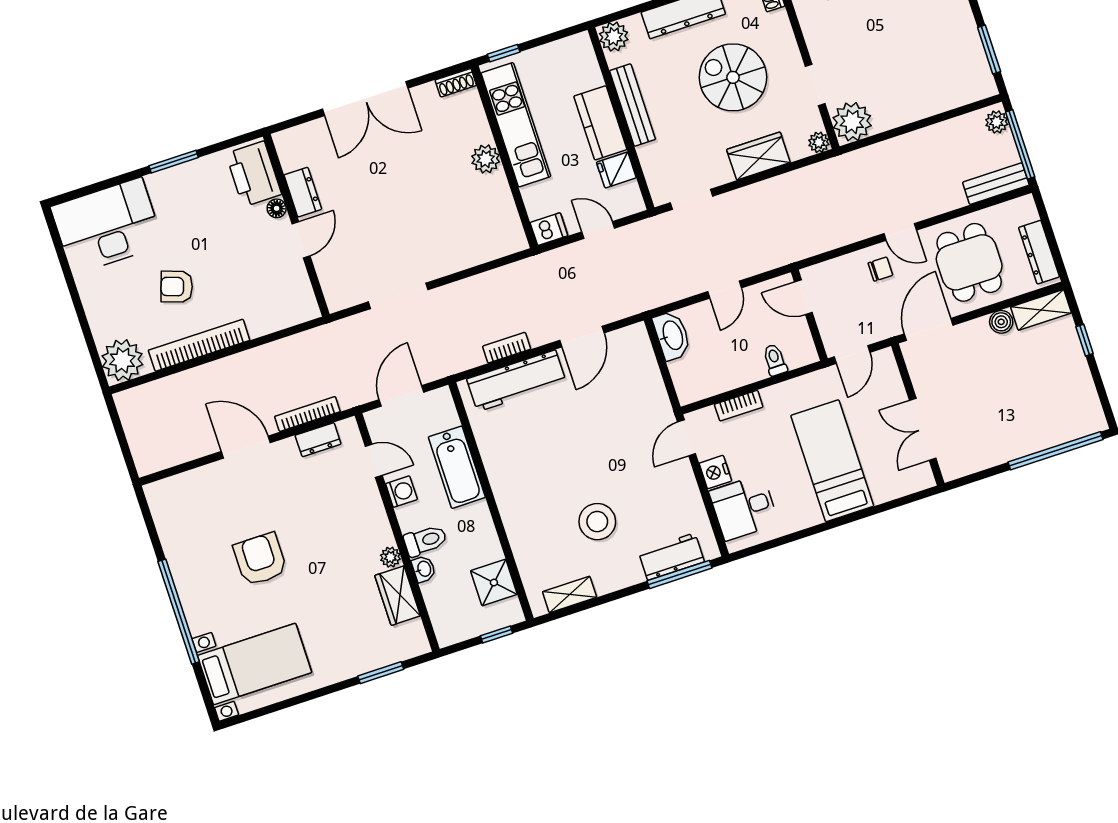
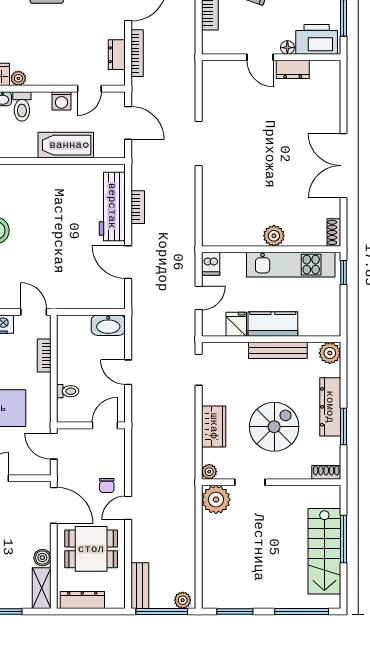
printer: (254, 174) -> (317, 39), moved
dresser: (303, 192) -> (293, 69), moved
floor lamp: (277, 208) -> (287, 48), moved
wall: (296, 225) -> (271, 57), moved
door: (301, 240) -> (260, 57), moved

